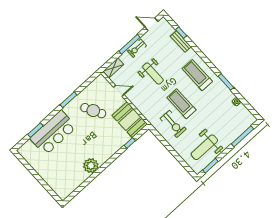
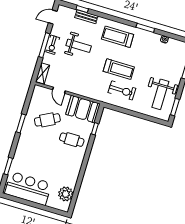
weight bench: (153, 74) -> (79, 46), moved
door: (119, 91) -> (59, 90), swing flipped
treadmill: (181, 104) -> (119, 69), turned 180
bar counter: (53, 133) -> (28, 188), moved, turned -90
cafe table: (104, 140) -> (72, 140), added
plant: (91, 166) -> (66, 194), moved

